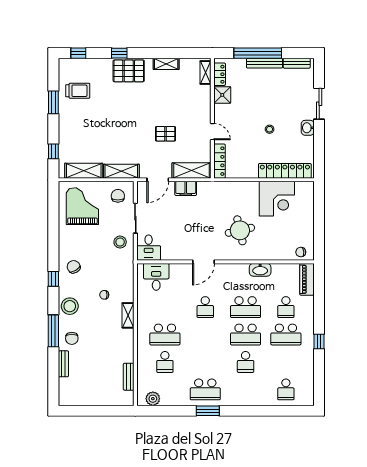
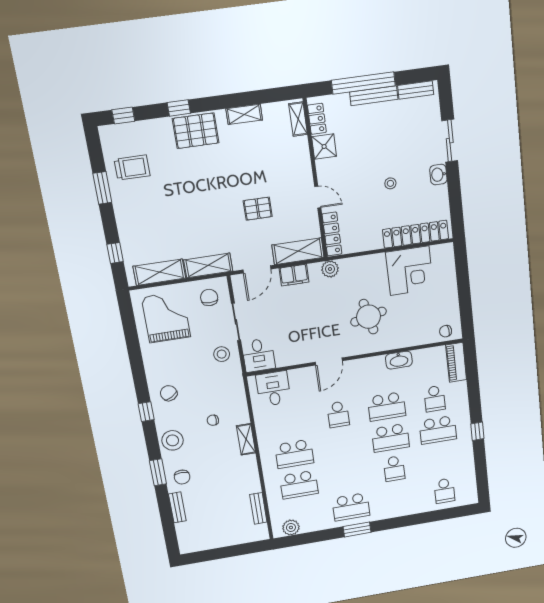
plant: (214, 188) -> (330, 269), added
window: (53, 331) -> (158, 472), width x0.69
school desk: (165, 362) -> (299, 485), width x1.85

